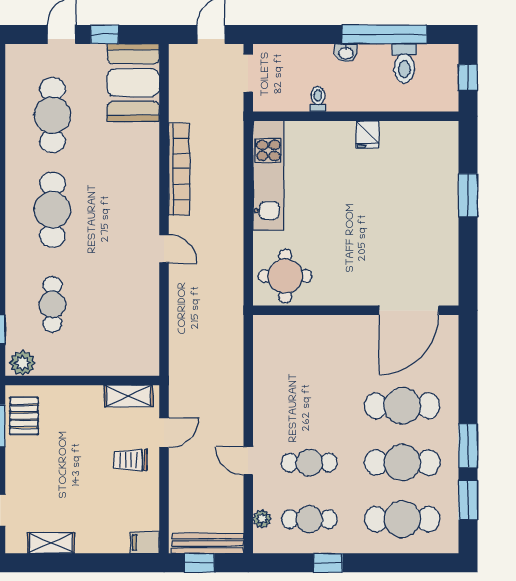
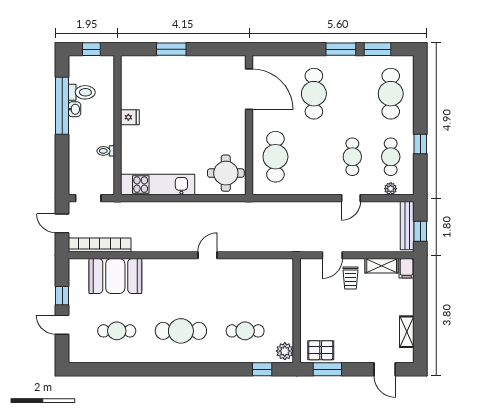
washbasin: (346, 53) -> (74, 109), moved
booth: (133, 83) -> (115, 276), moved
cafe table: (52, 115) -> (117, 331), width x0.73, depth x0.74
bookcase: (179, 169) -> (100, 245), moved
shelving: (129, 396) -> (382, 266), moved, turned 90
door: (164, 433) -> (332, 255), swing flipped
cafe table: (402, 463) -> (275, 157), moved

